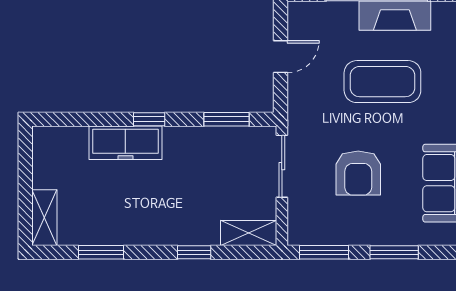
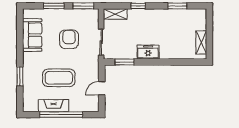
window: (149, 119) -> (157, 62), removed
freezer: (125, 143) -> (148, 52), moved, width x0.71
shelving: (44, 218) -> (201, 42), moved

